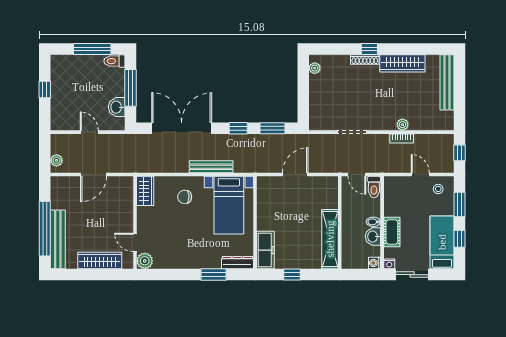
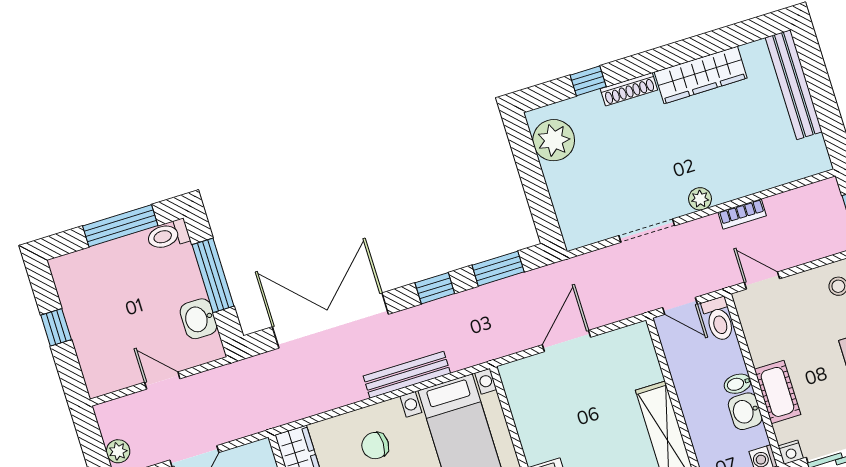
window: (369, 49) -> (588, 81), moved
plant: (315, 68) -> (554, 140), width x1.87, depth x1.87
plant: (402, 125) -> (700, 199), moved
door: (420, 175) -> (762, 281), moved

